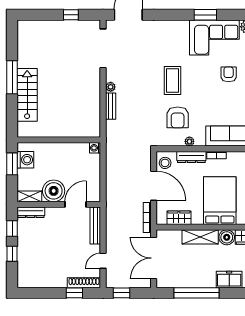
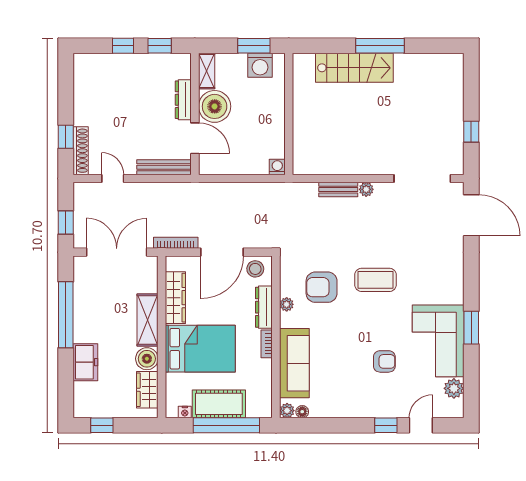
dresser: (31, 212) -> (183, 100), moved
wardrobe: (179, 218) -> (175, 298), width x1.50
window: (121, 293) -> (66, 222), moved

